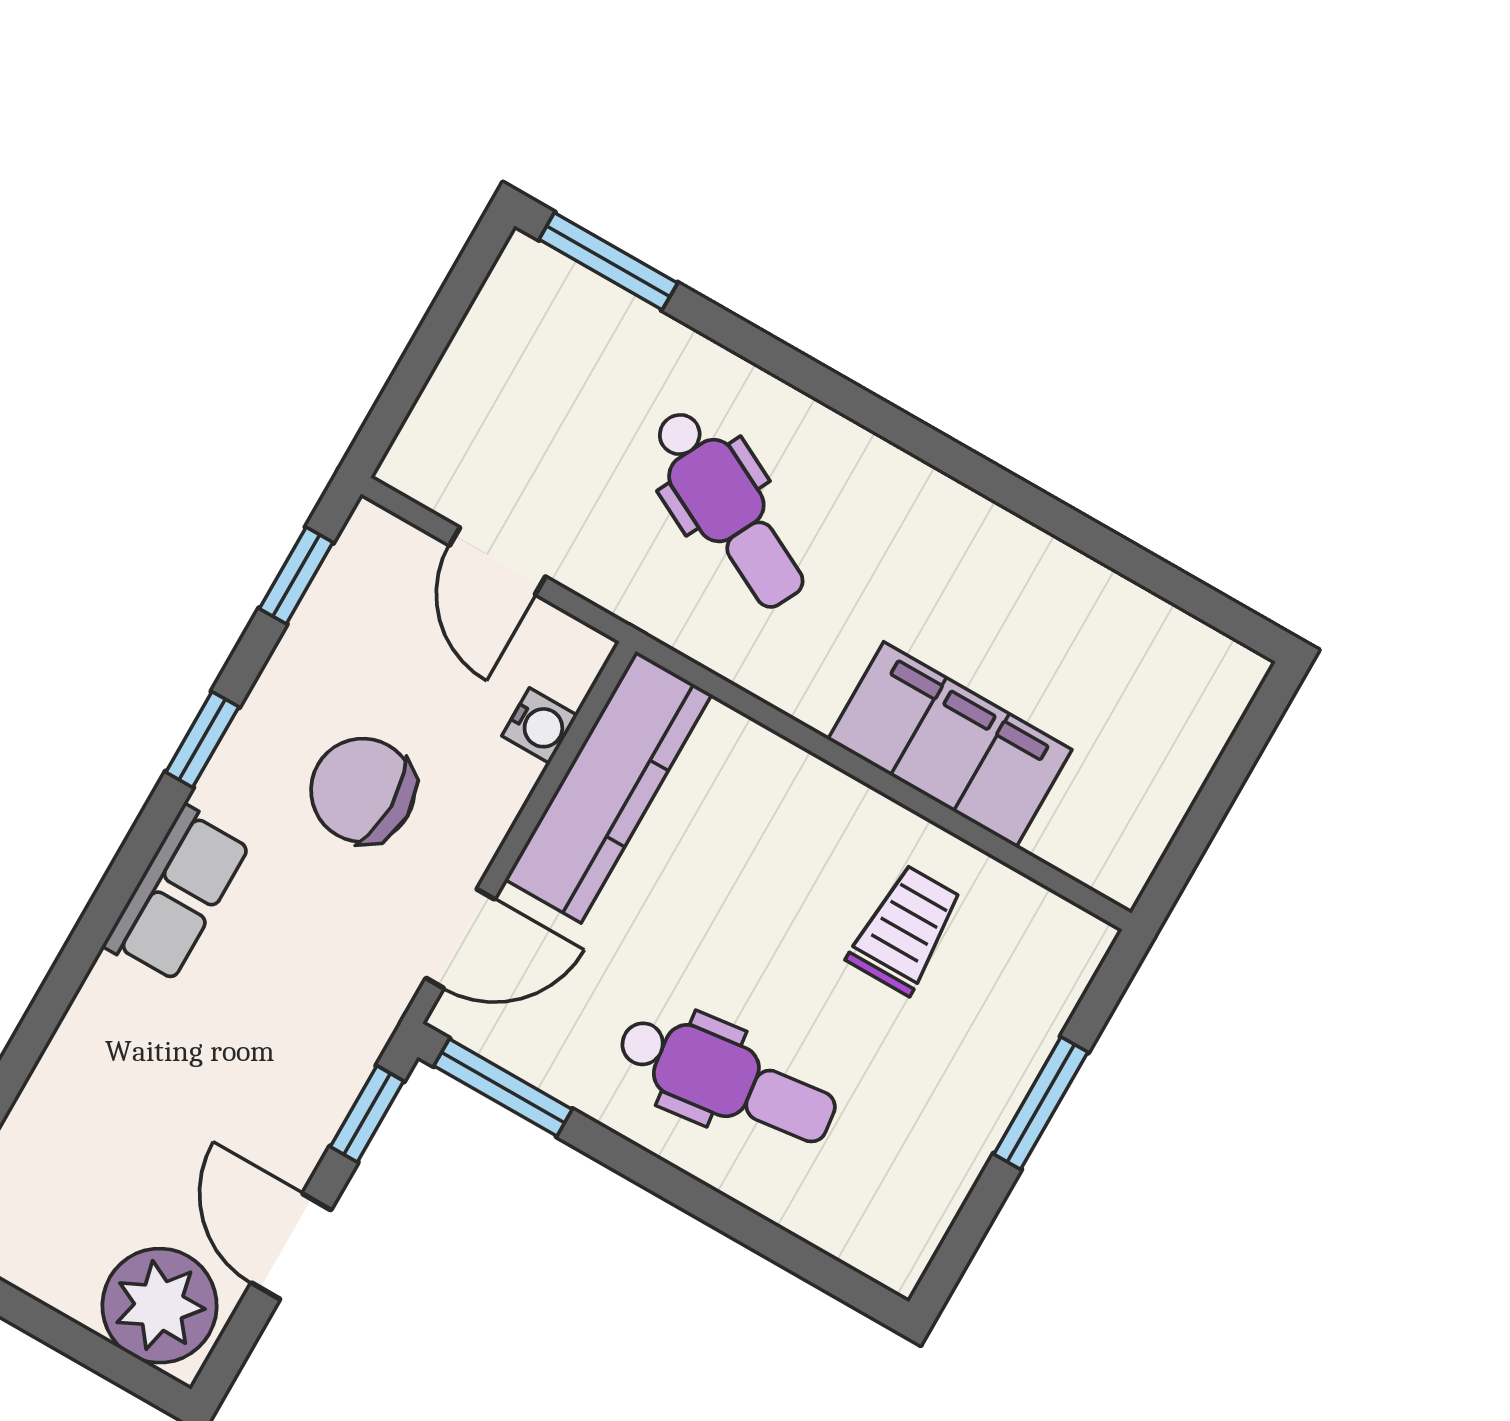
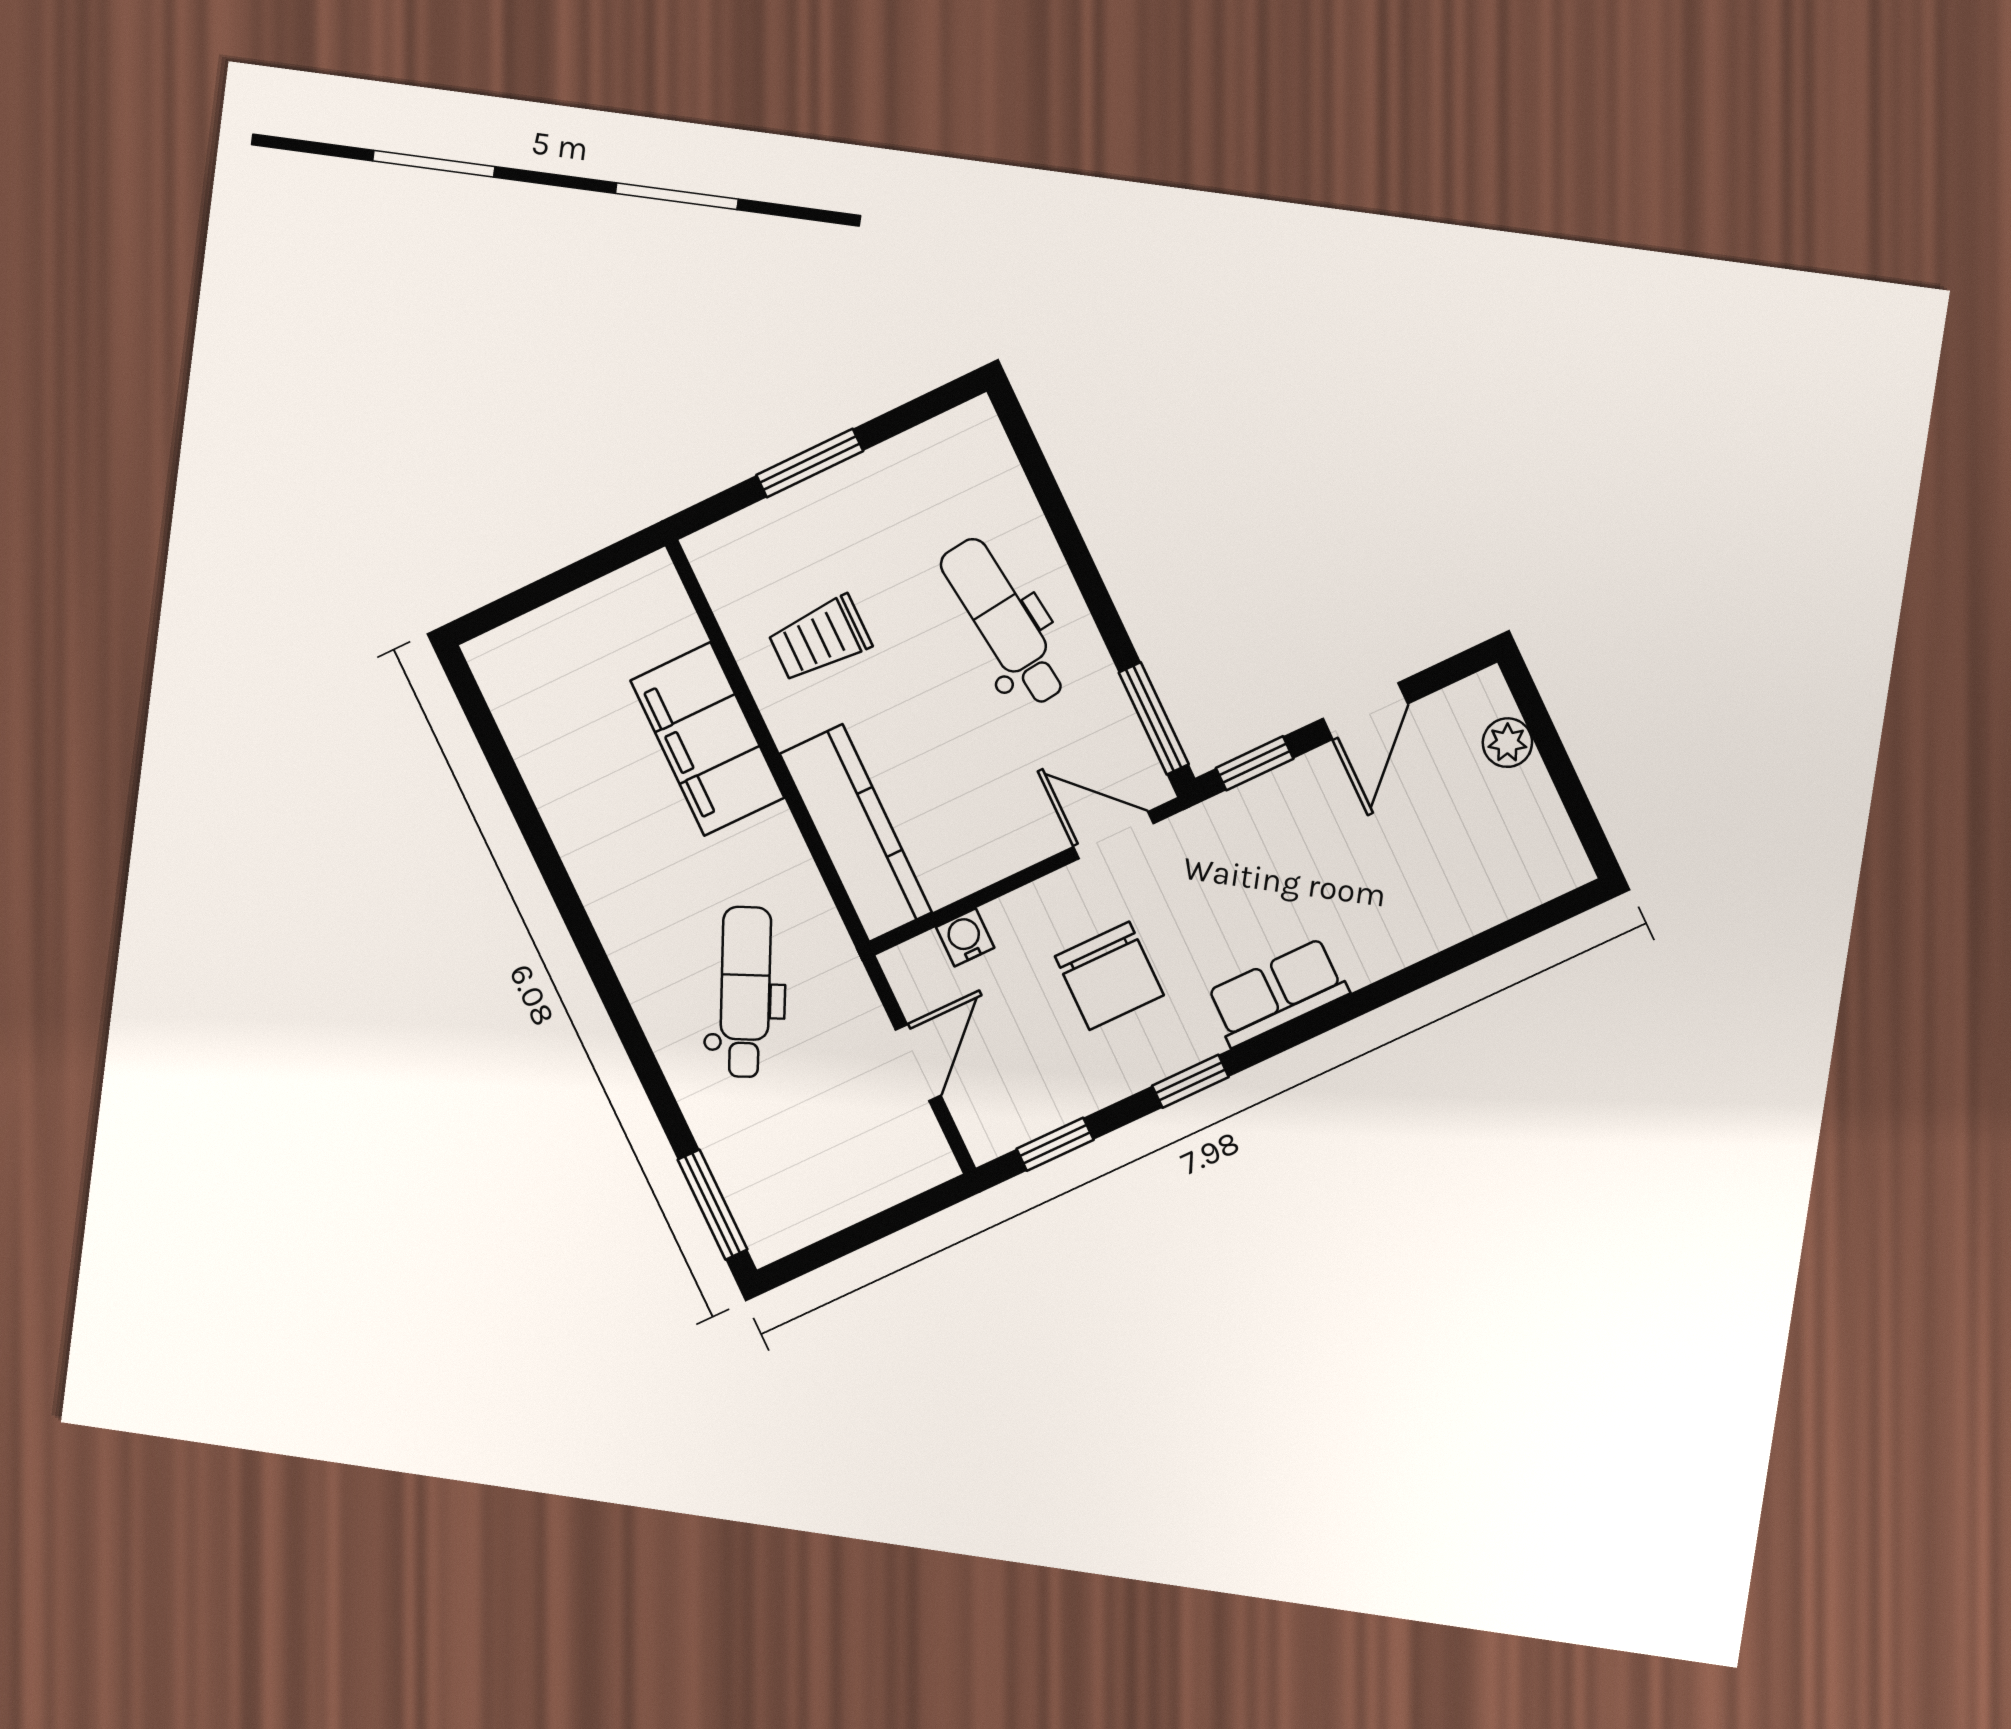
kitchen counter: (608, 787) -> (856, 833), moved, turned 90
plant: (160, 1306) -> (1507, 743), width x0.53, depth x0.53

